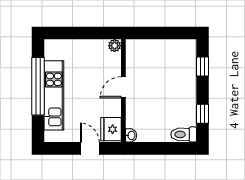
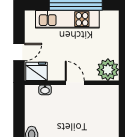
plant: (115, 46) -> (108, 70), width x1.87, depth x1.87
washbasin: (131, 135) -> (45, 90), moved

